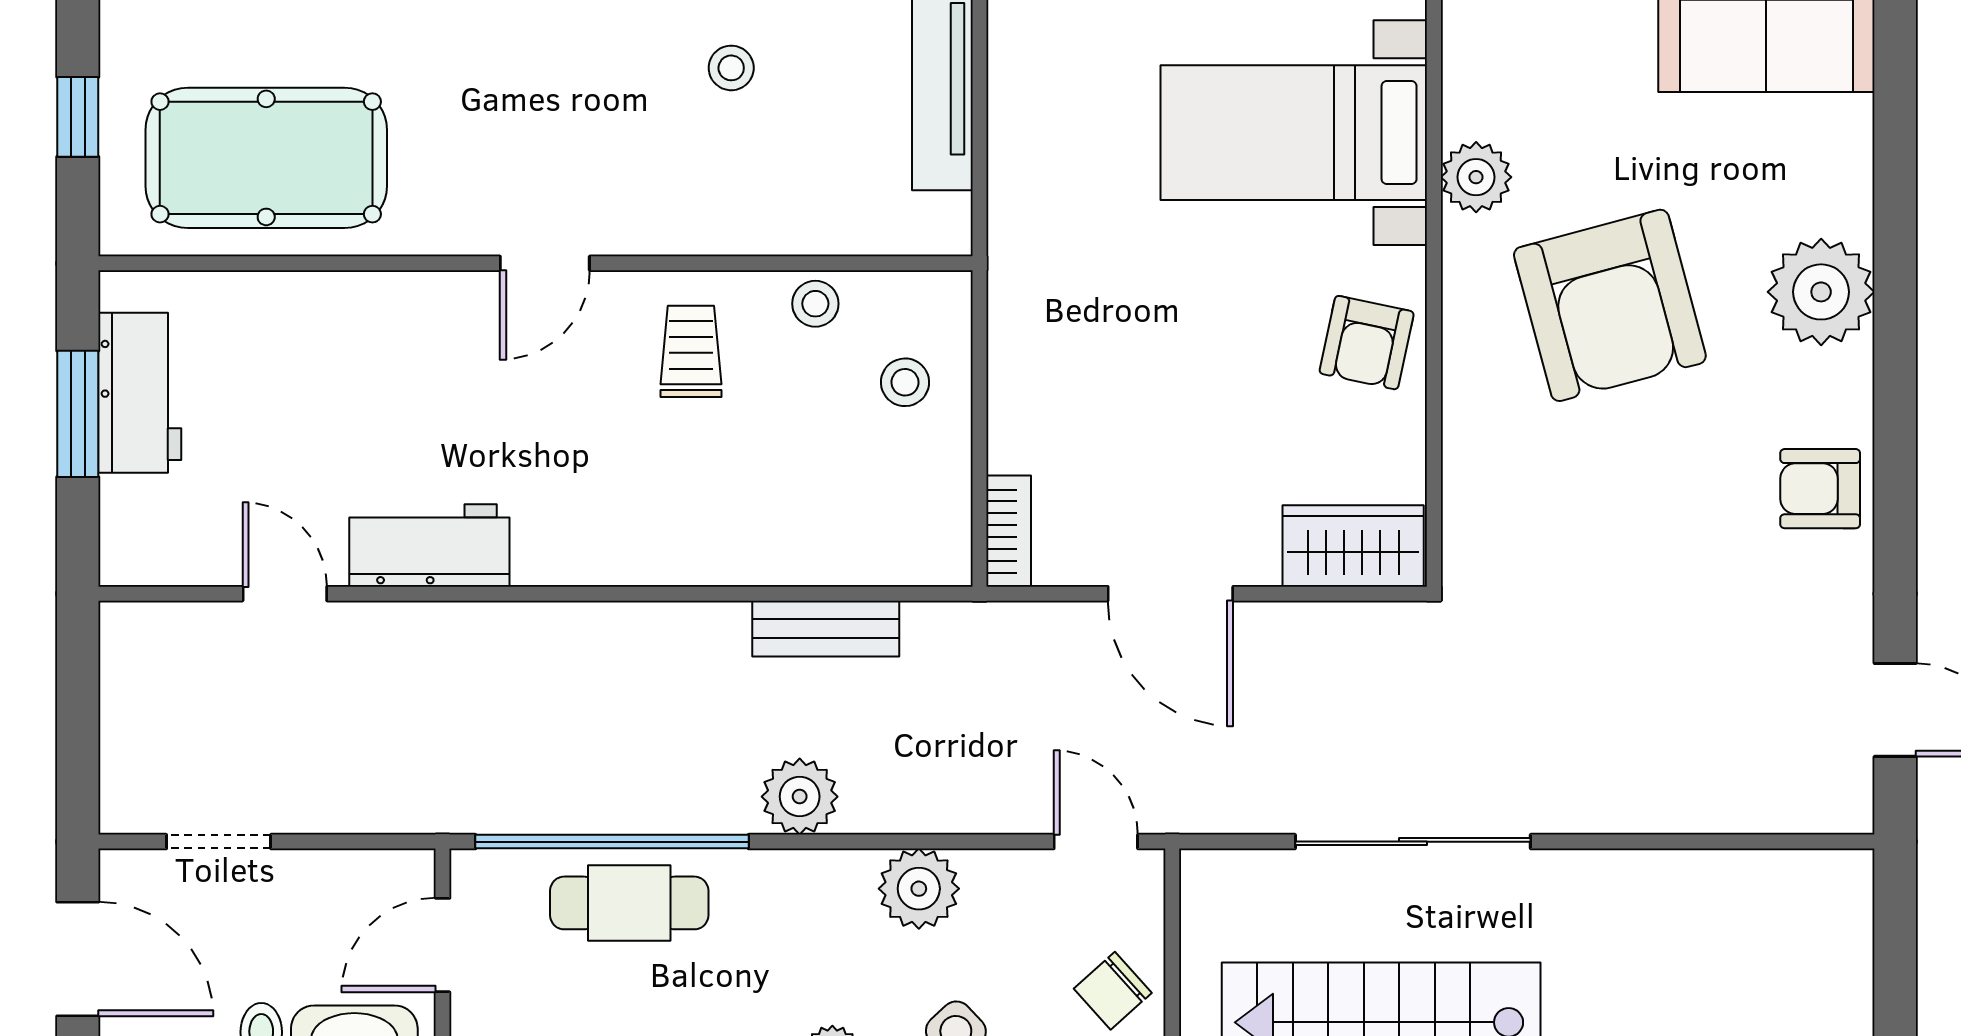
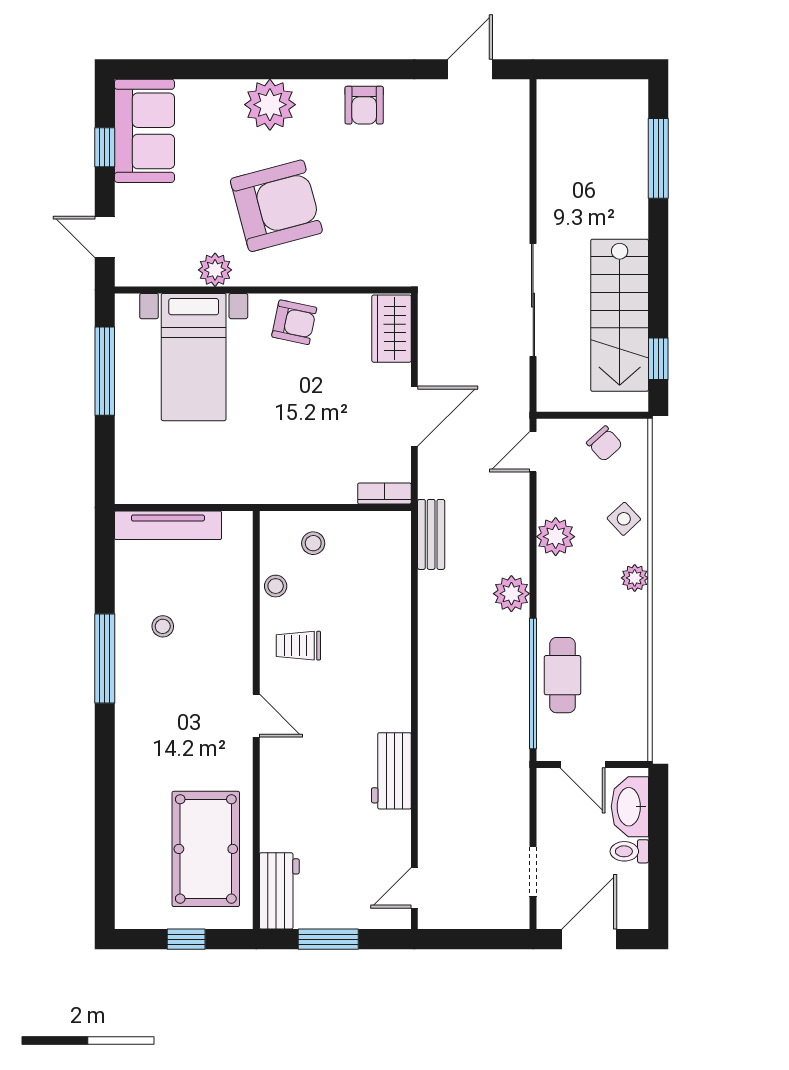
workbench: (140, 393) -> (279, 891), moved, turned 90
door: (285, 594) -> (414, 888), moved
bench: (826, 629) -> (431, 534), moved

